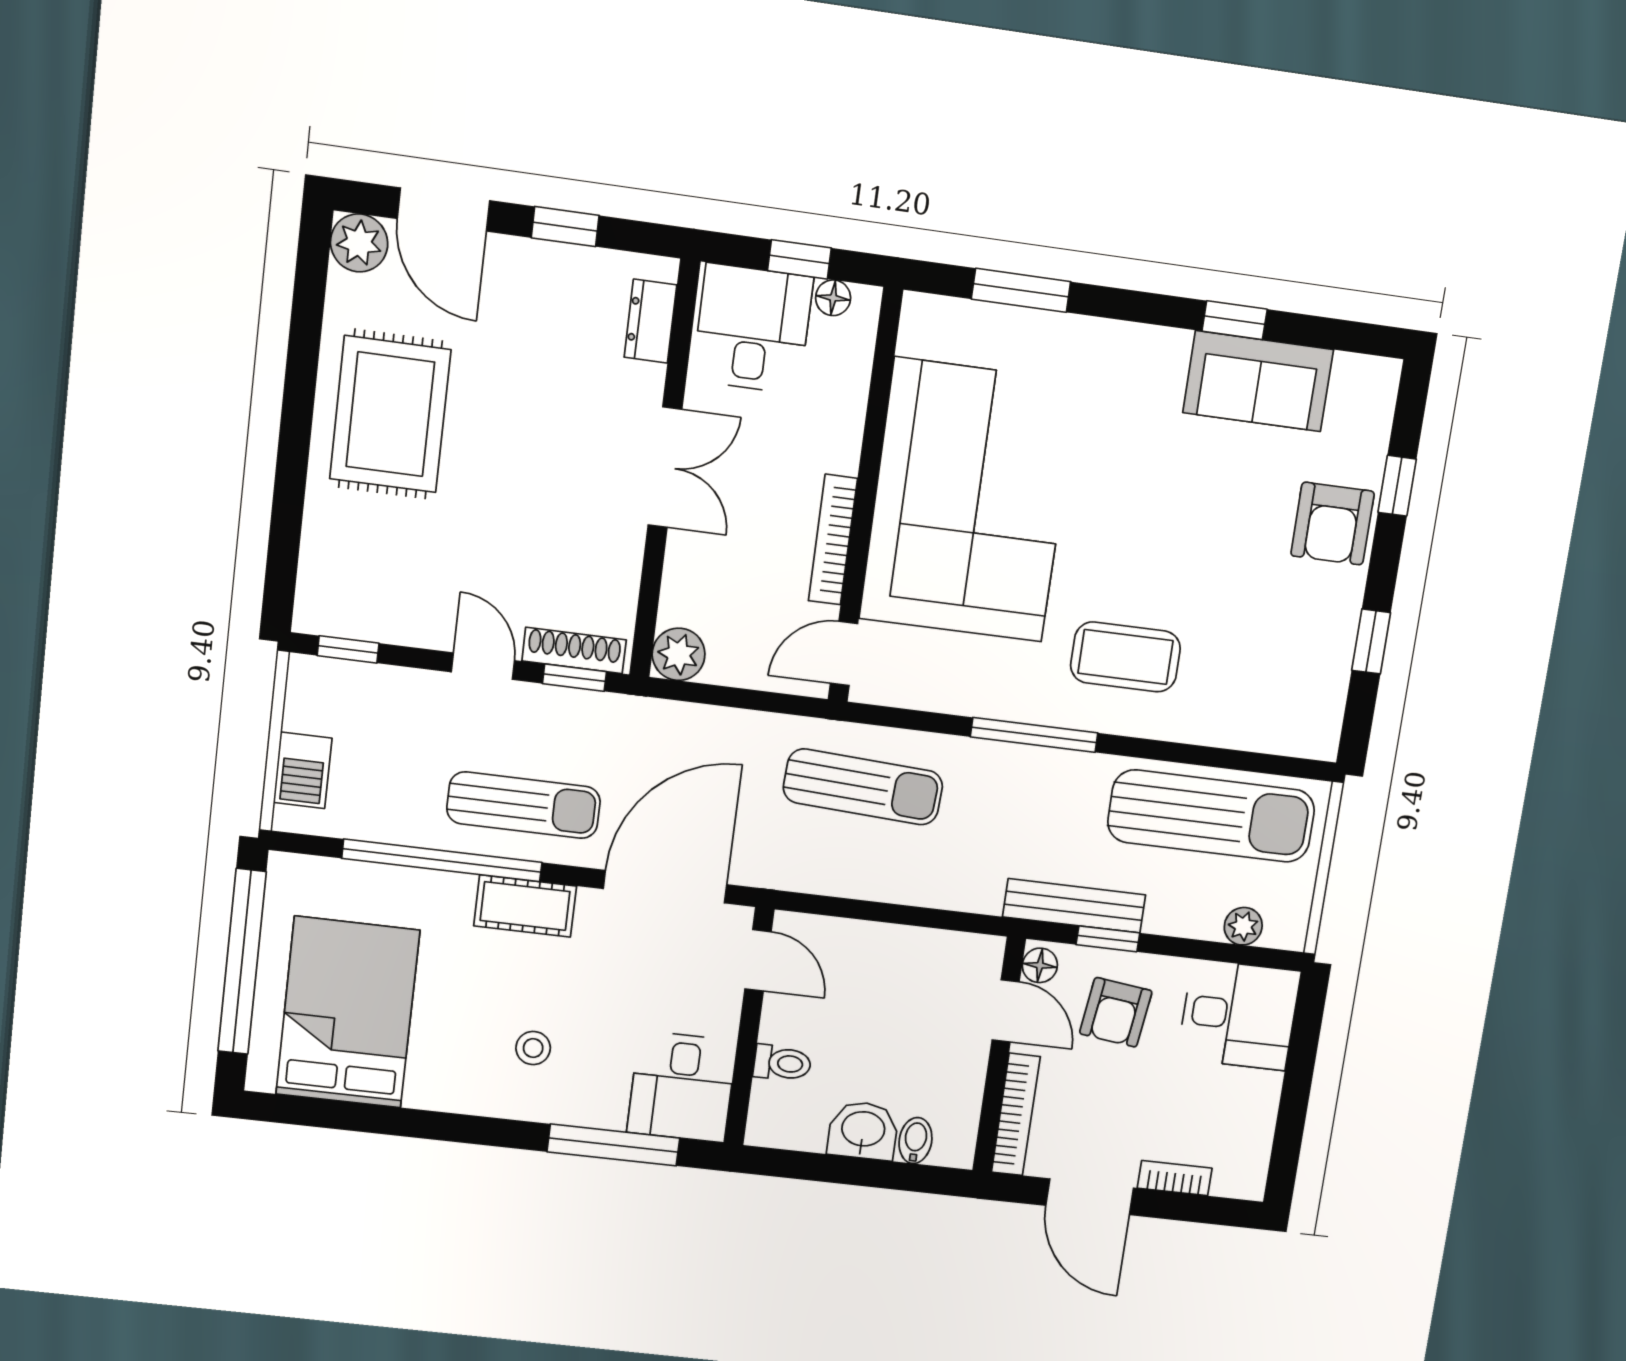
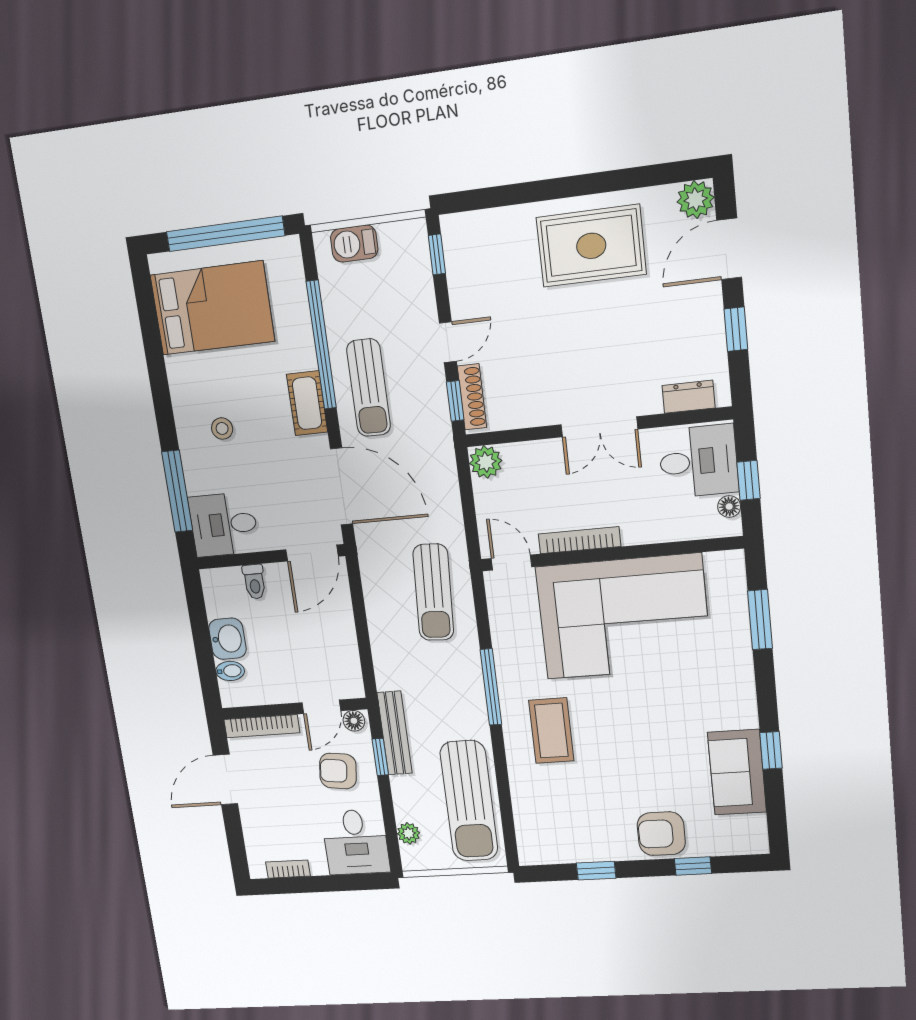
door: (758, 960) -> (312, 553), width x1.38
bookcase: (1175, 1178) -> (288, 869), moved, turned -90

